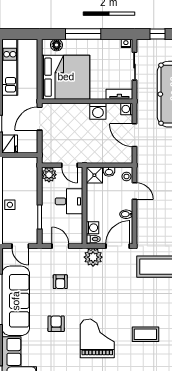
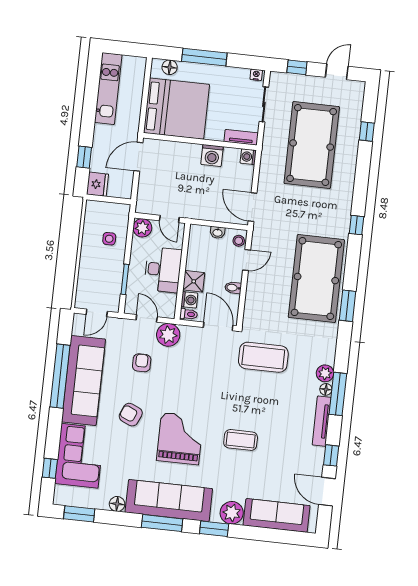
door: (135, 135) -> (253, 207), moved
shower: (94, 175) -> (194, 281), moved
door: (135, 191) -> (247, 260), hinge flipped
desk: (69, 201) -> (163, 270), width x1.37
side table: (10, 205) -> (109, 239), moved
door: (20, 246) -> (97, 313), hinge flipped
door: (118, 246) -> (218, 326), hinge flipped
plant: (93, 257) -> (168, 335), moved
armchair: (60, 282) -> (142, 363), turned 180
armchair: (56, 324) -> (131, 415), turned -67

